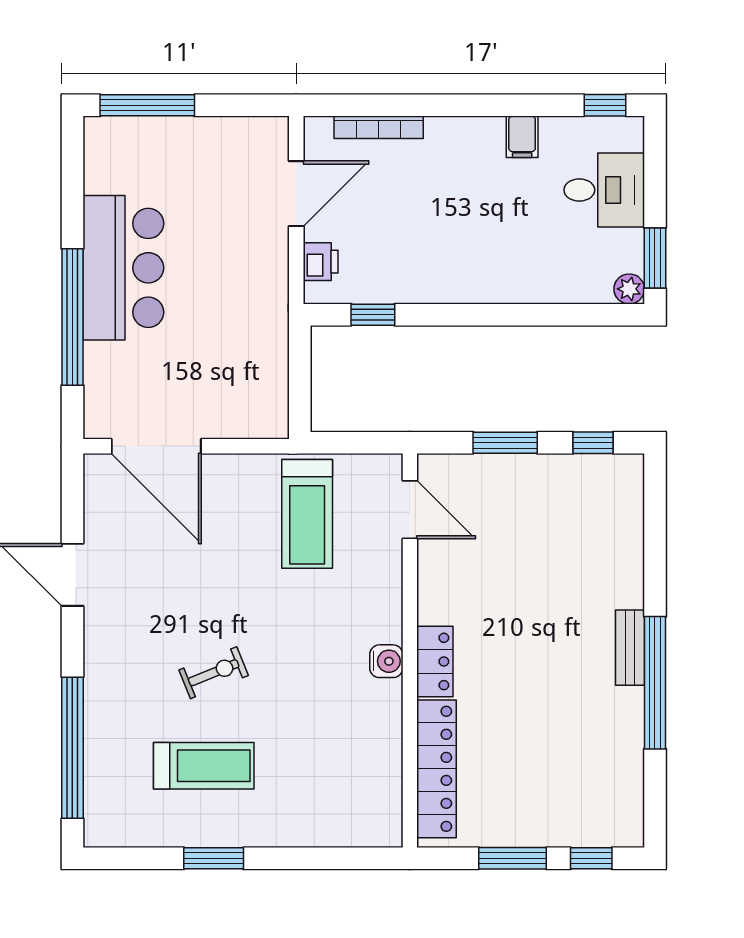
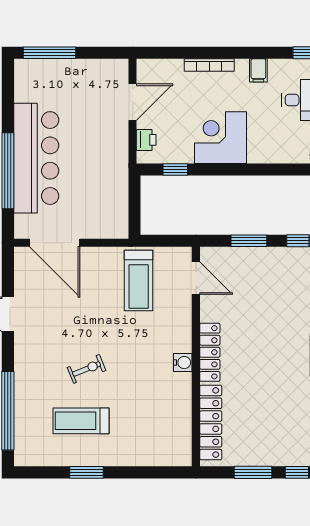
bookcase: (379, 127) -> (209, 65), moved
corner desk: (454, 258) -> (220, 138), added
bar counter: (123, 268) -> (36, 158), width x1.36
locker: (435, 661) -> (210, 352), width x1.53
treadmill: (204, 766) -> (81, 421), turned 180

